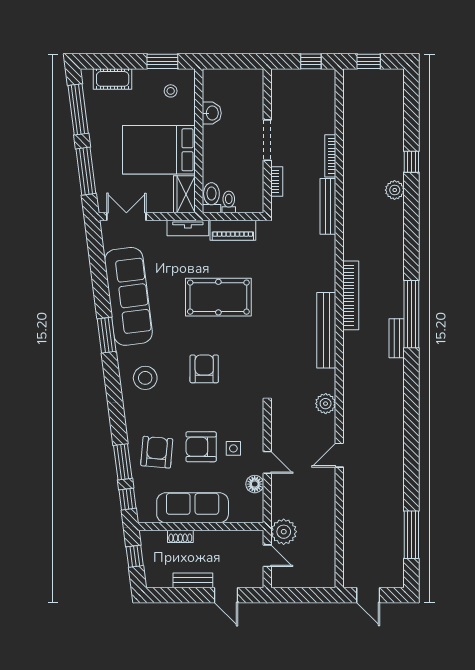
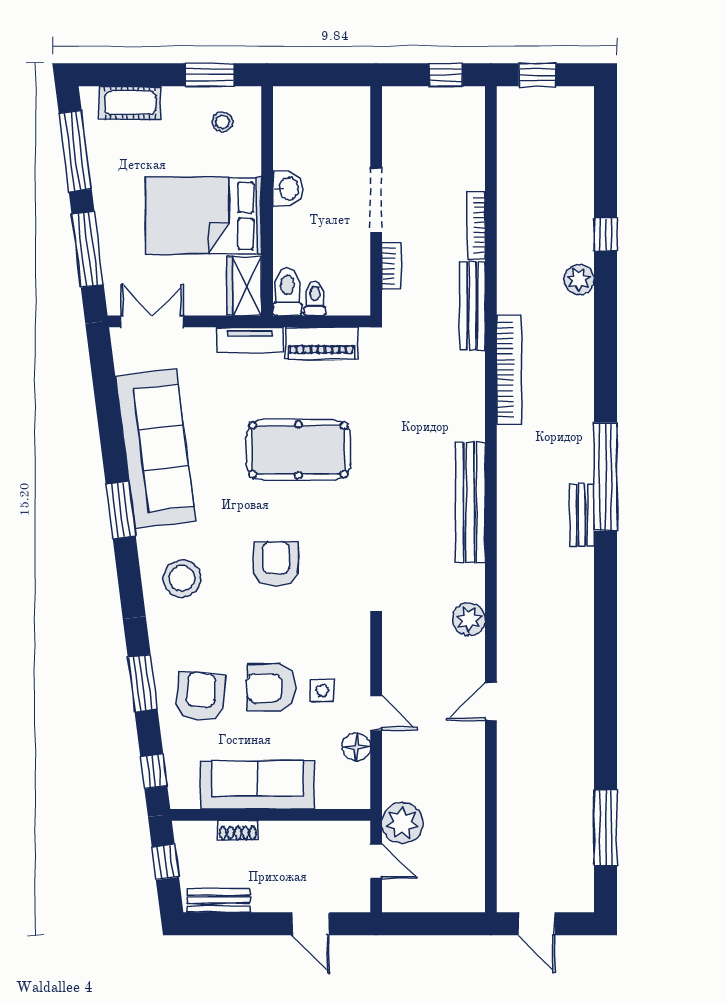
washbasin: (212, 113) -> (288, 189), moved
bookcase: (351, 295) -> (509, 370), moved
window: (123, 462) -> (143, 683), moved
bench: (193, 580) -> (219, 900), moved

